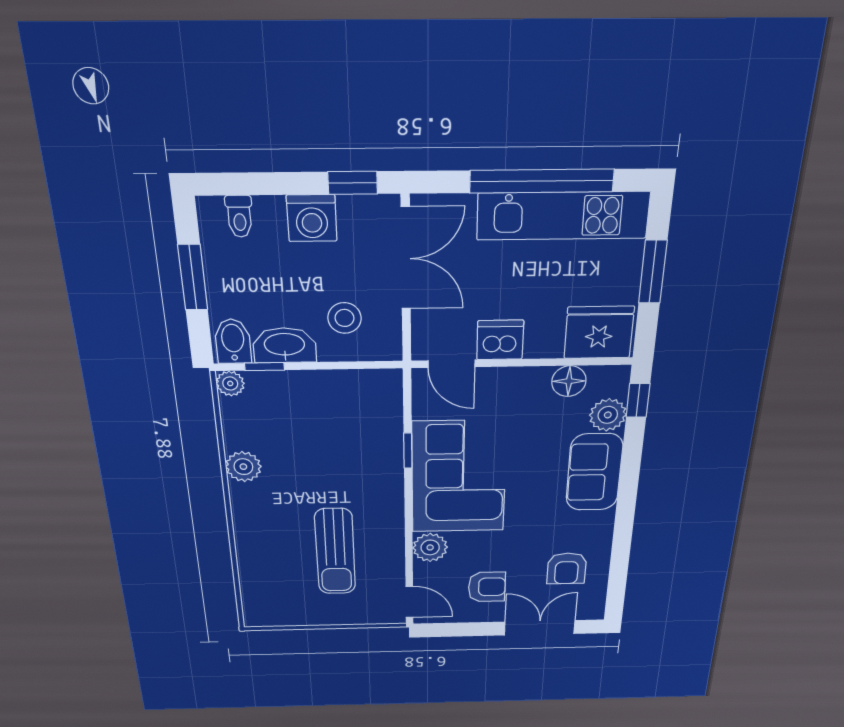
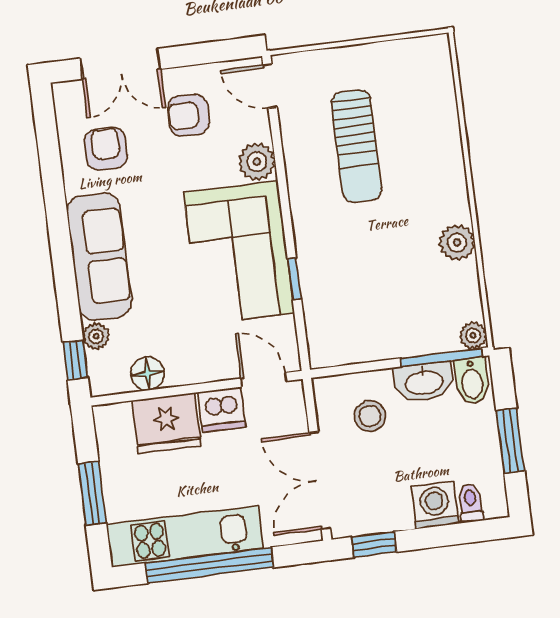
washing machine: (312, 218) -> (435, 505), moved
fridge: (599, 332) -> (167, 423), moved
window: (264, 367) -> (441, 357), width x2.17
plant: (608, 415) -> (96, 336), width x0.73, depth x0.73
sofa: (594, 472) -> (99, 257), width x1.36
sun lounger: (335, 552) -> (357, 146), turned 180

